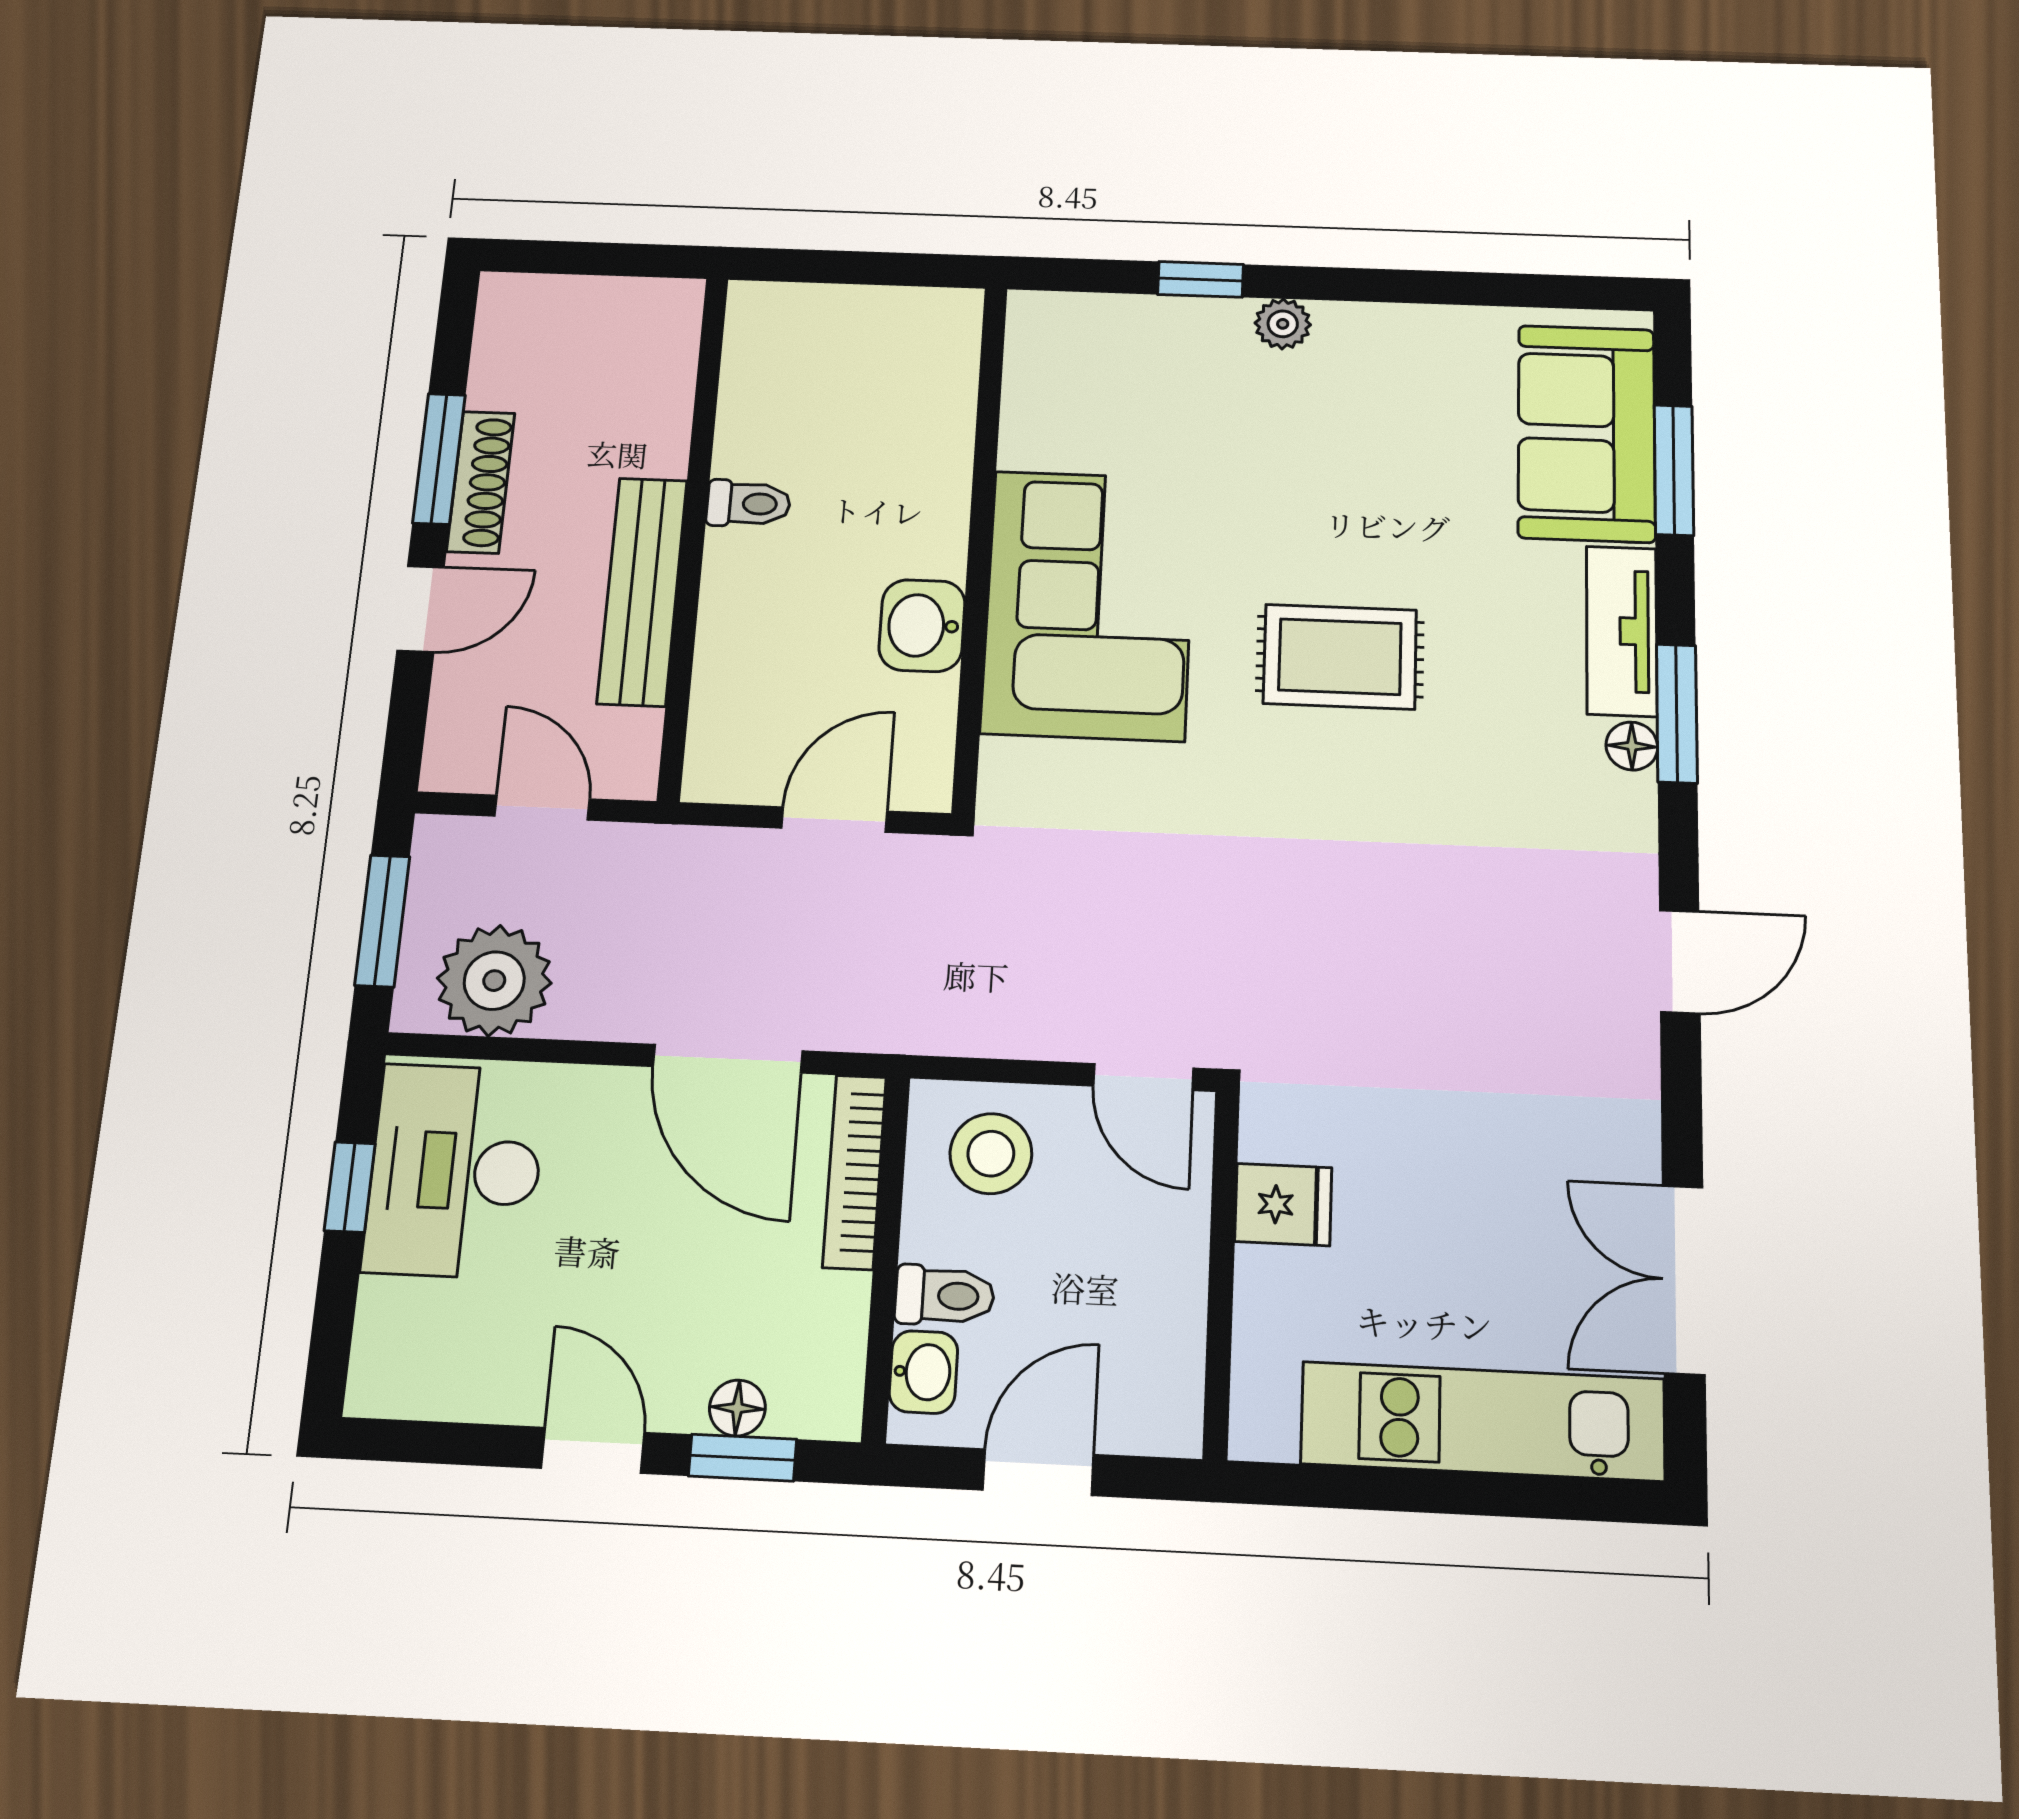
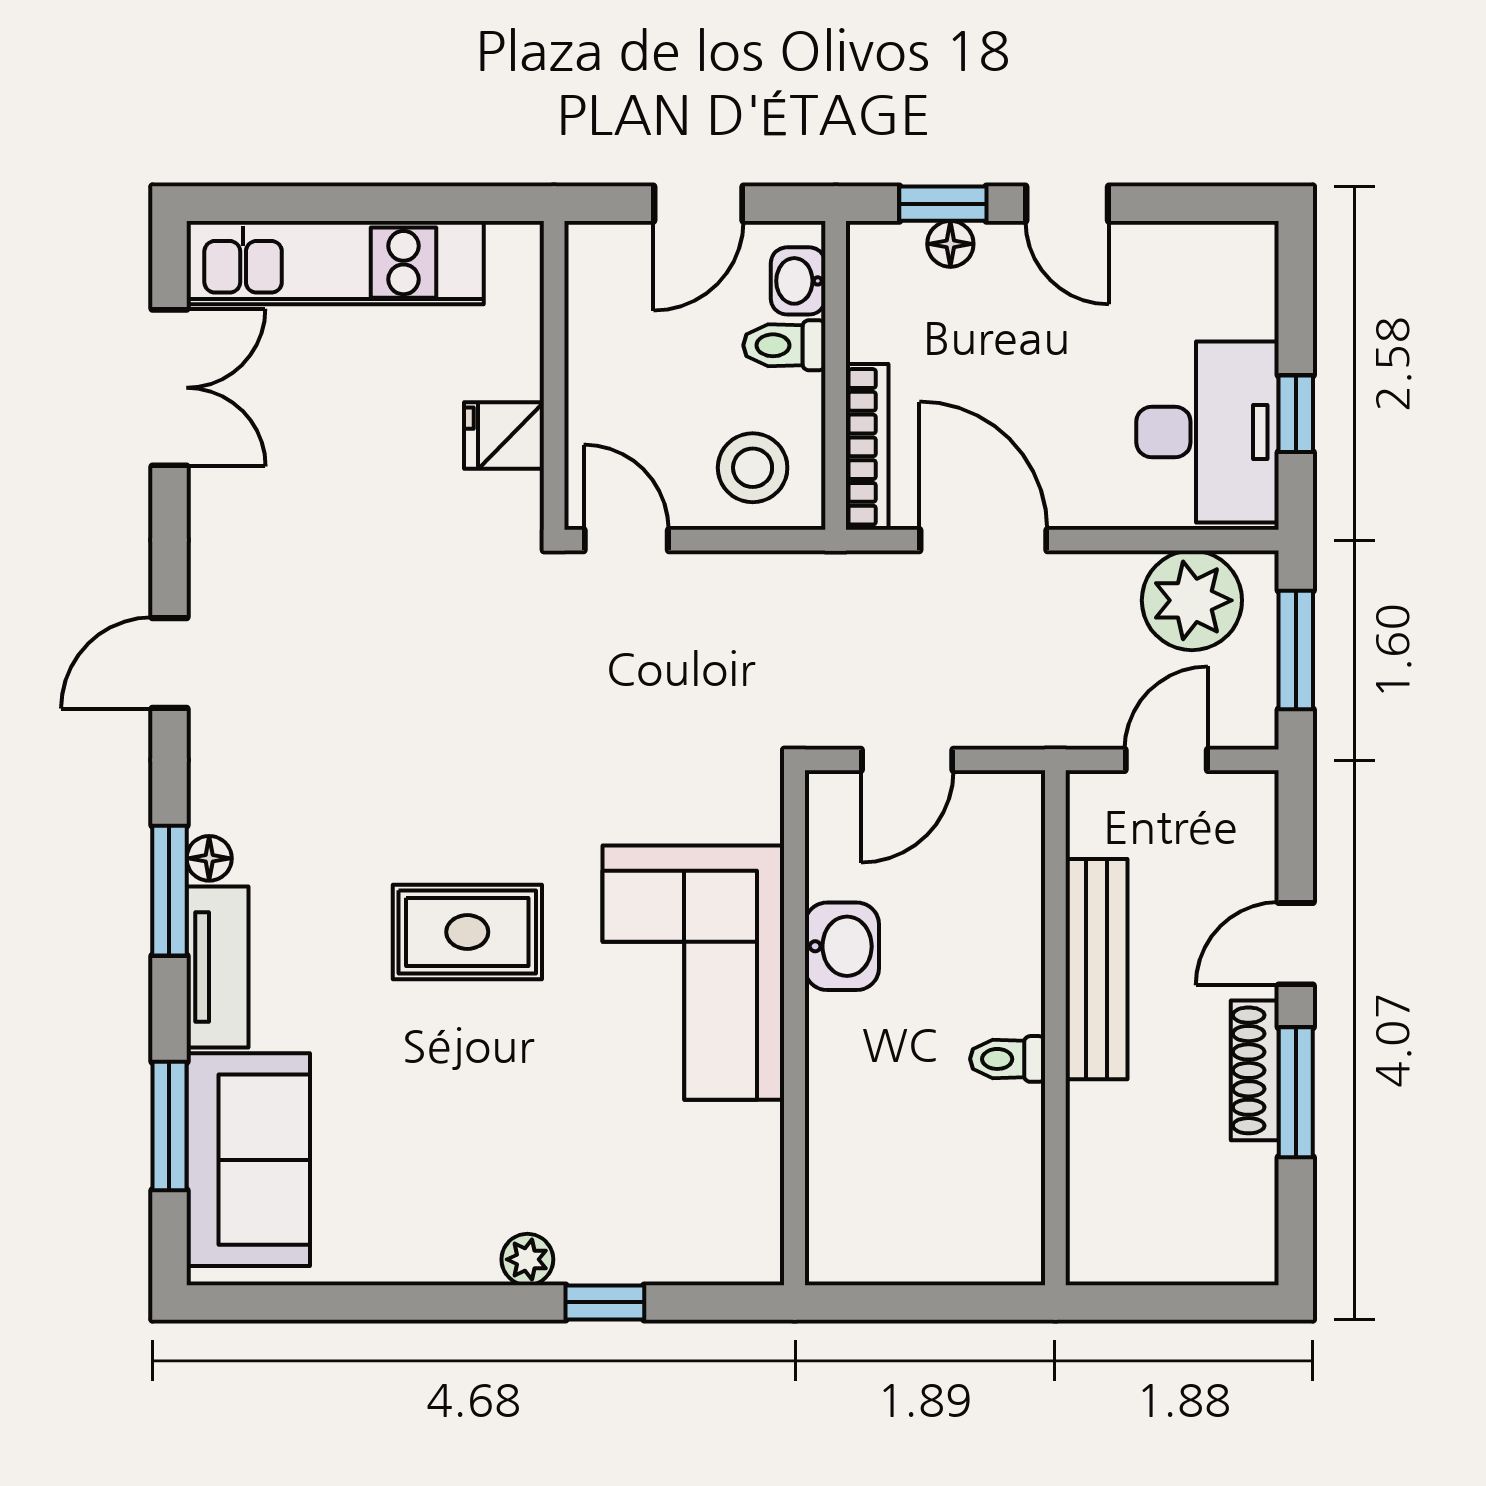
door: (542, 808) -> (1166, 760), swing flipped

